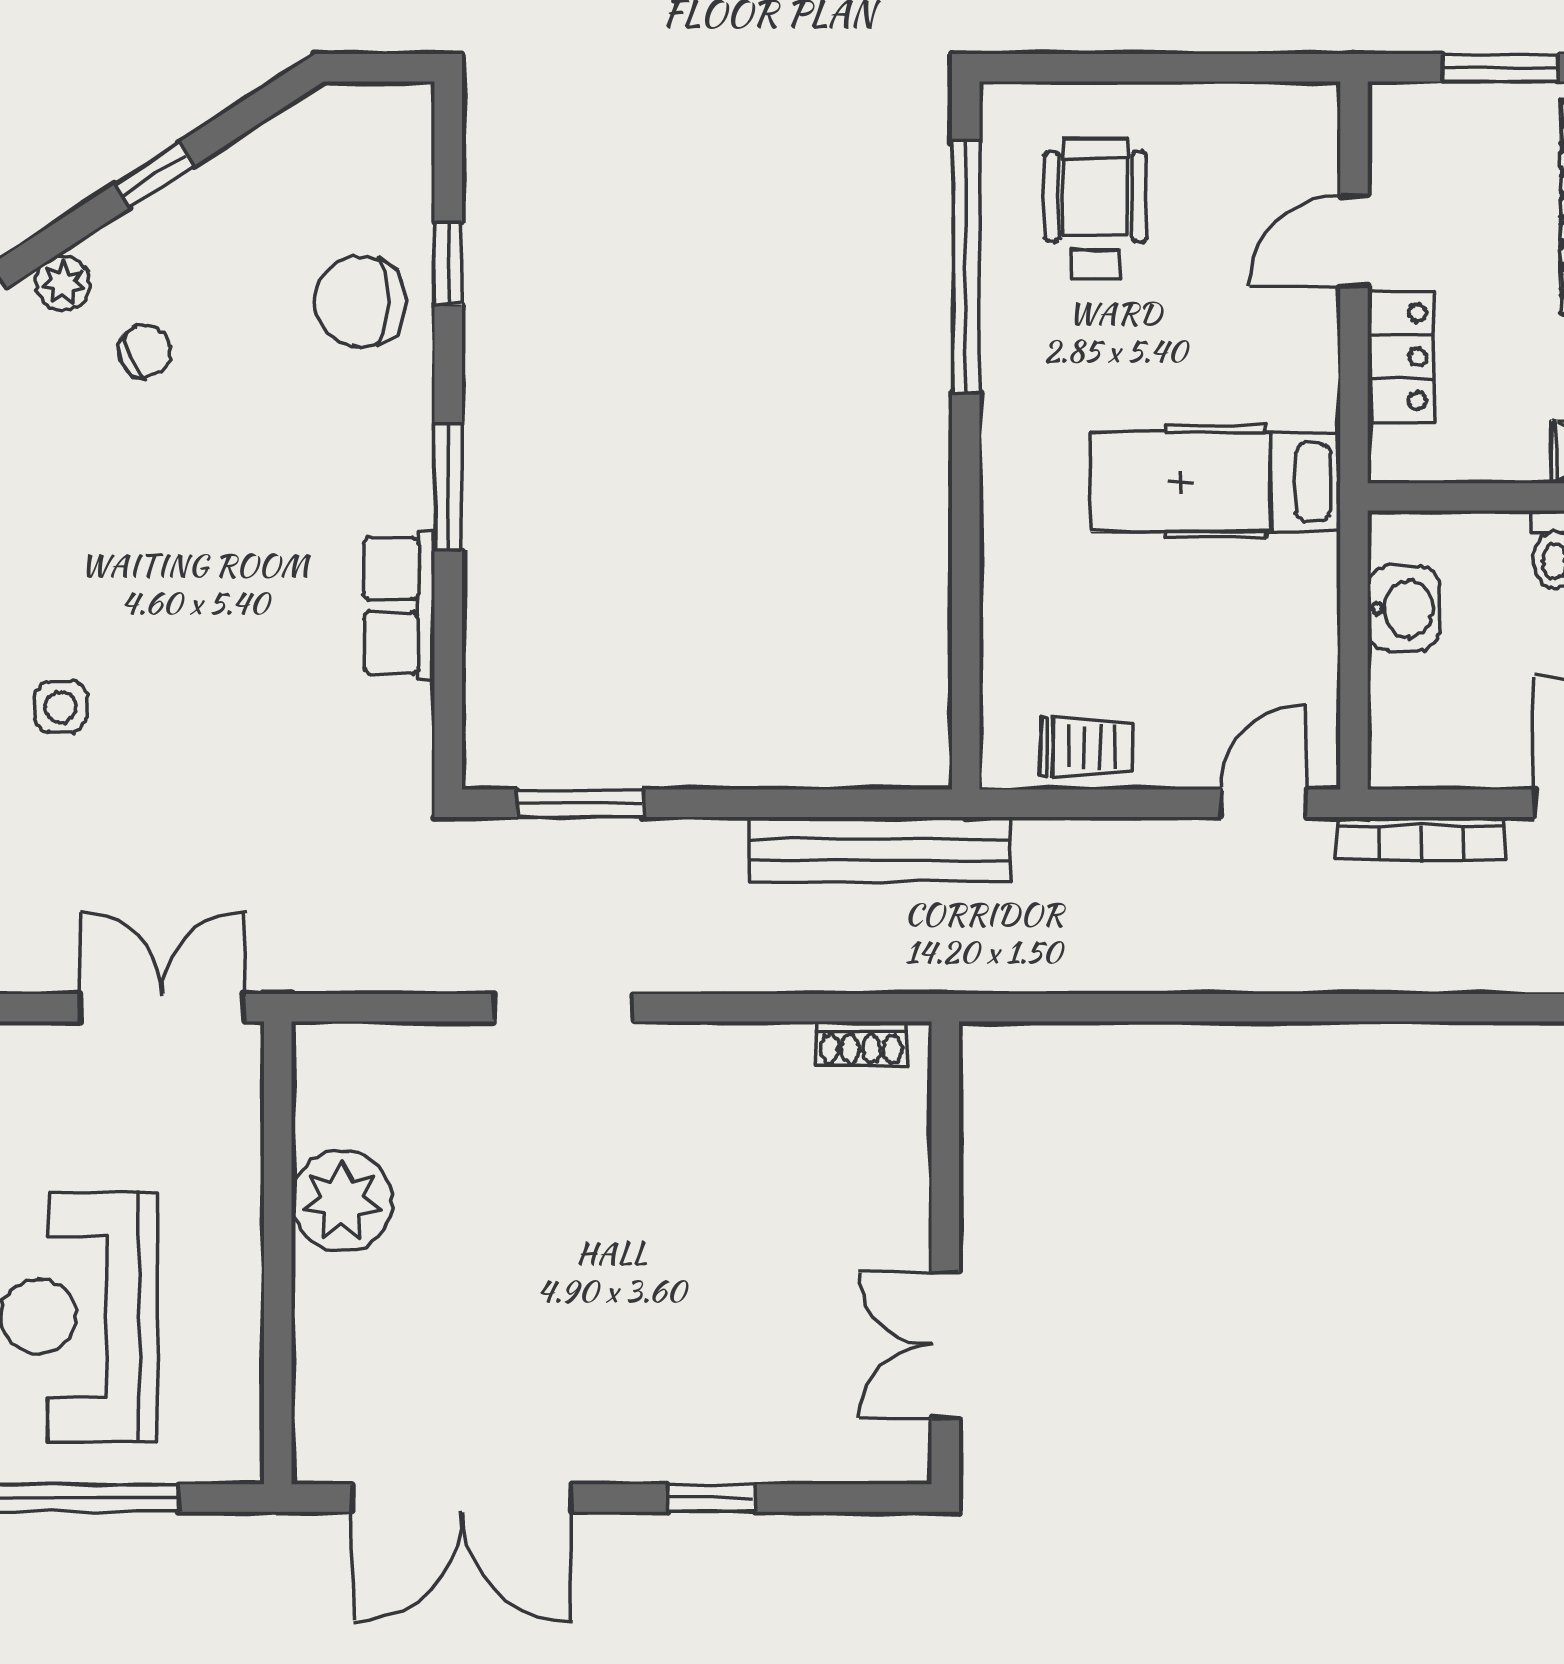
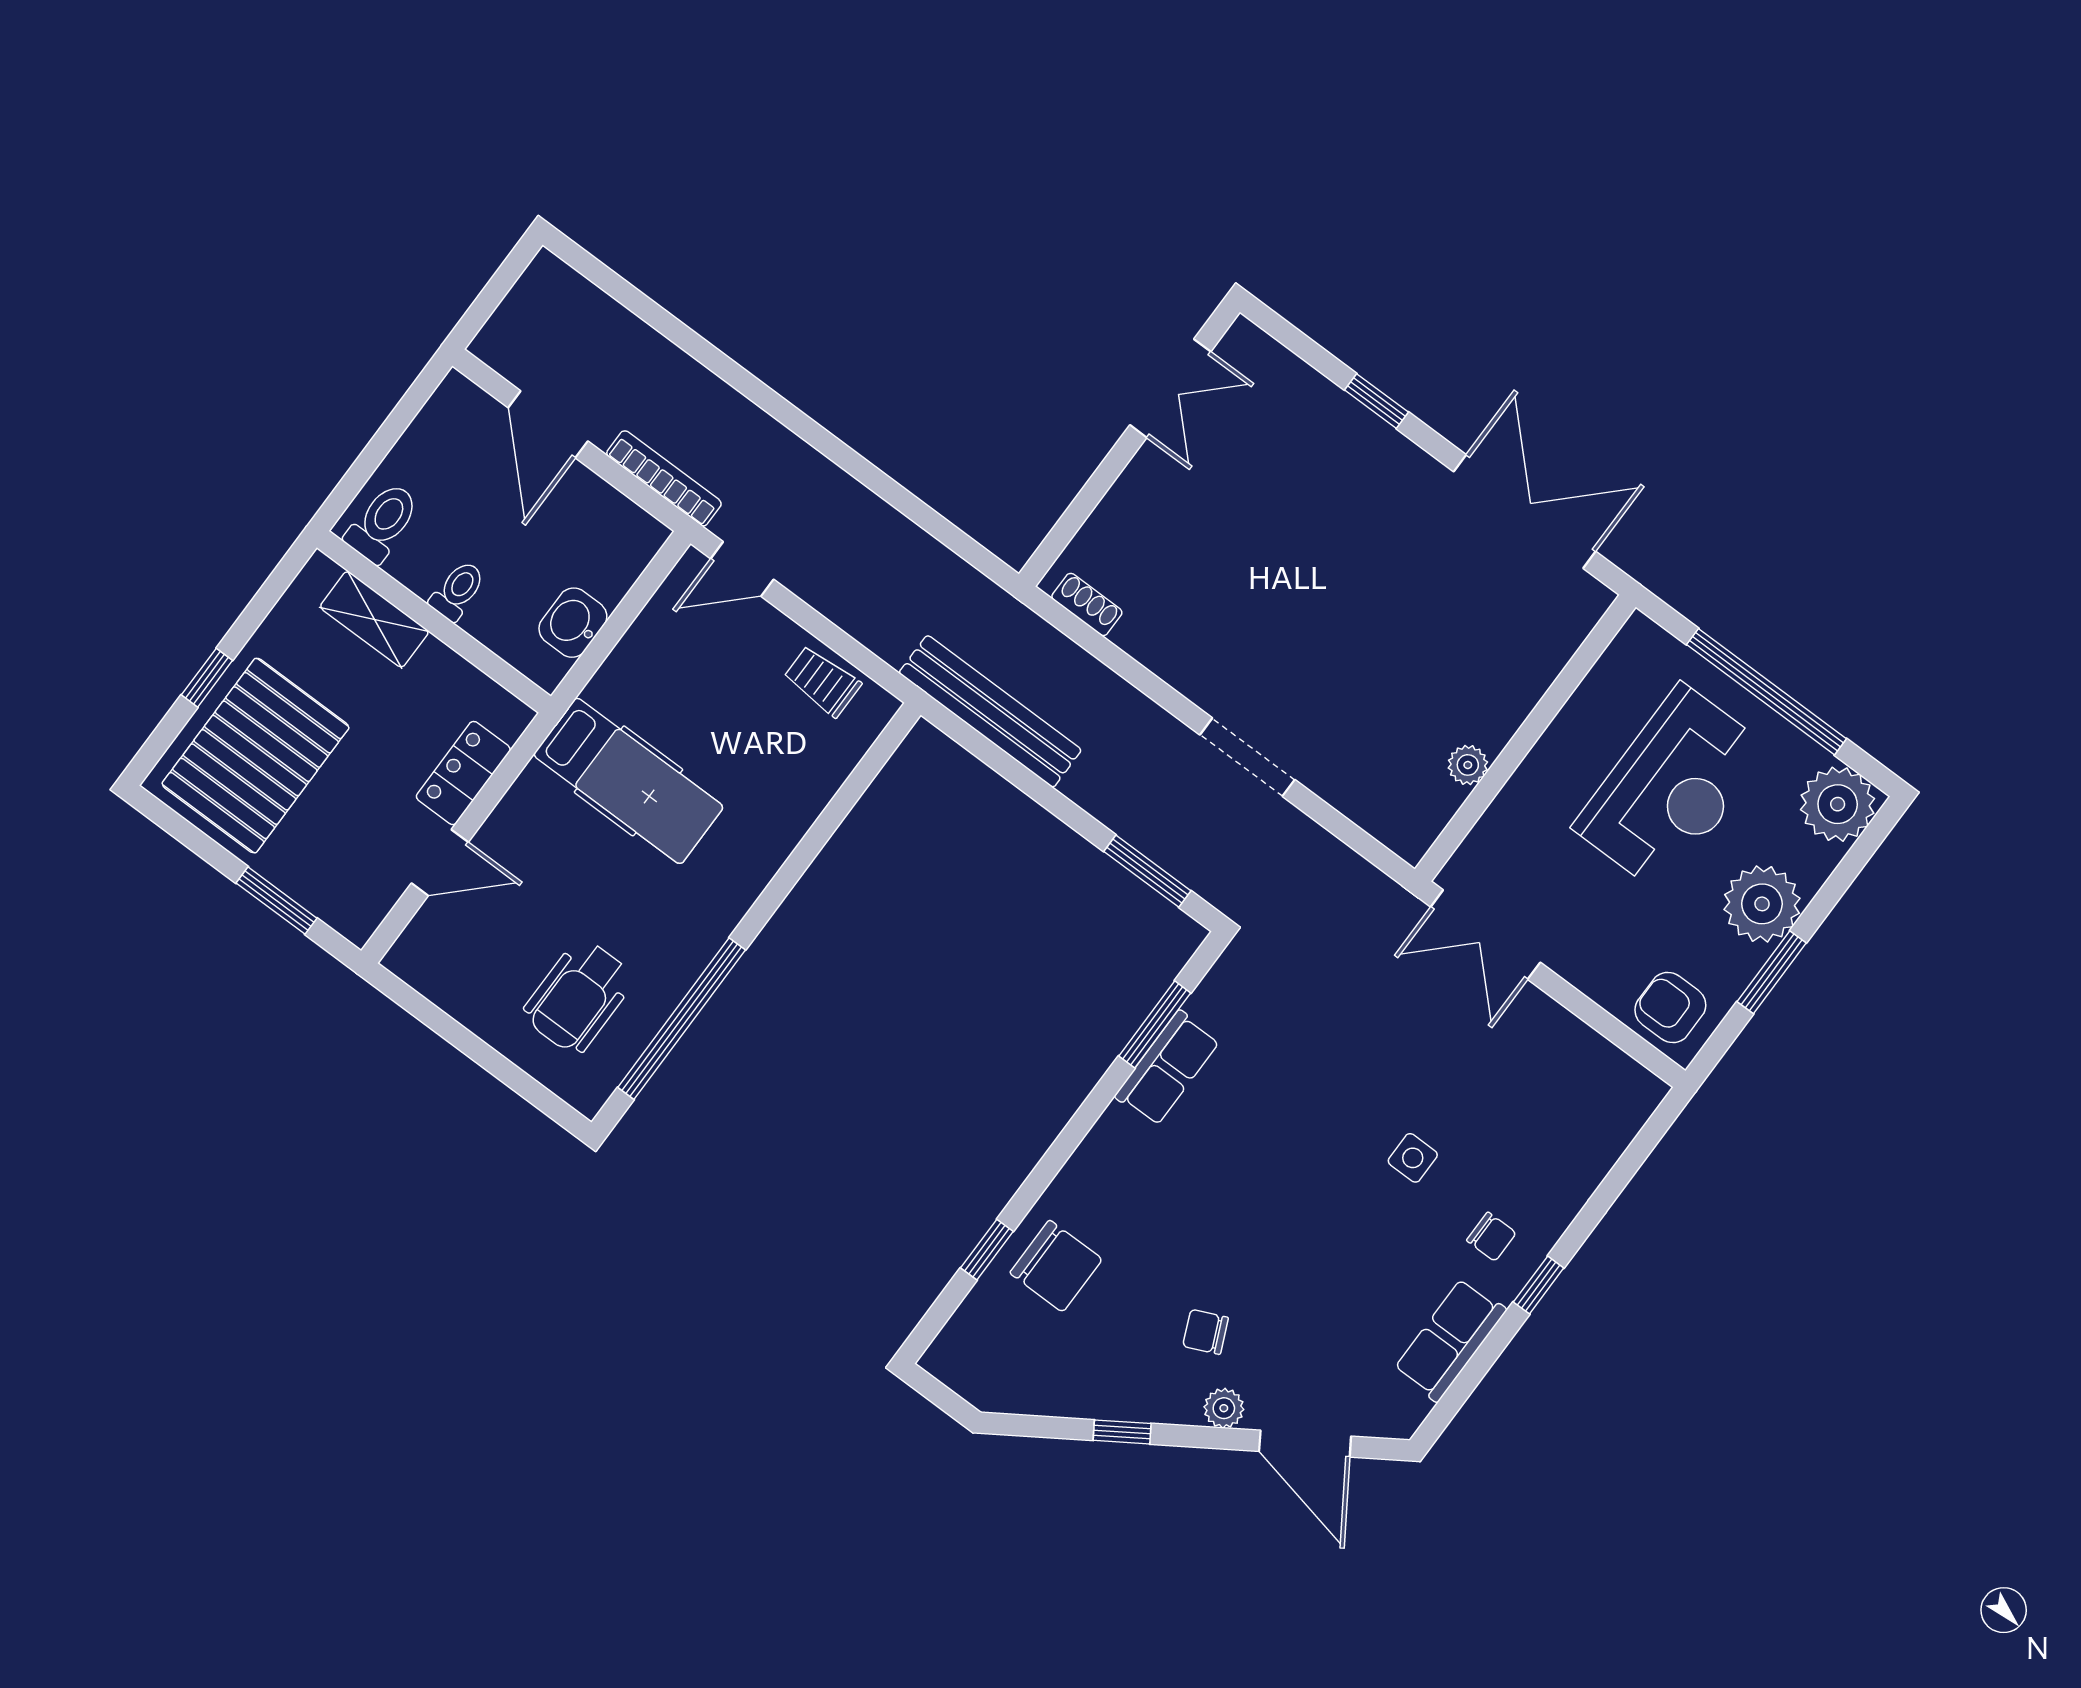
window: (448, 487) -> (1155, 1024), moved
plant: (342, 1201) -> (1468, 765), width x0.53, depth x0.53

